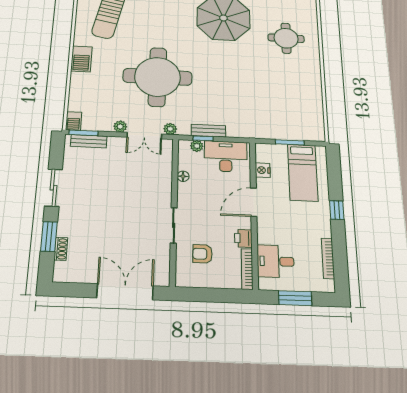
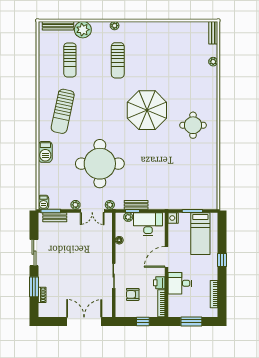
nightstand: (263, 170) -> (173, 218), moved
desk: (276, 261) -> (180, 283), moved
window: (218, 295) -> (143, 321), added

